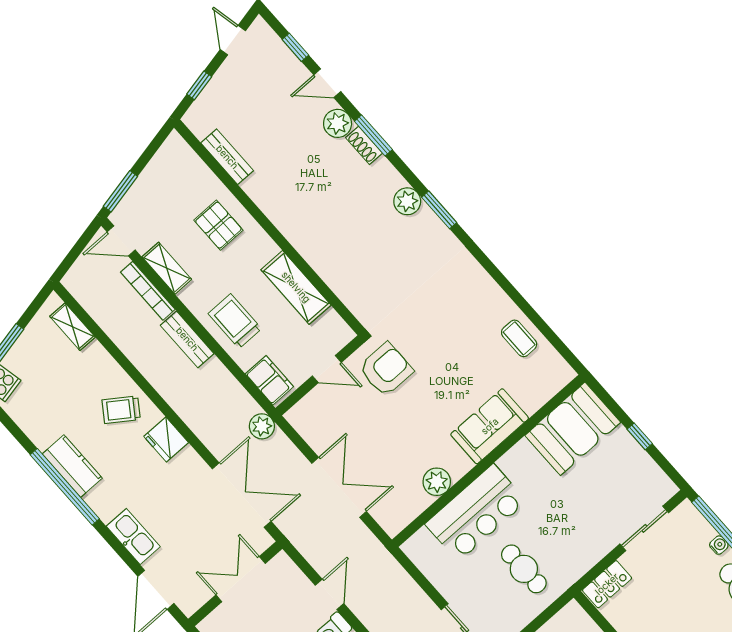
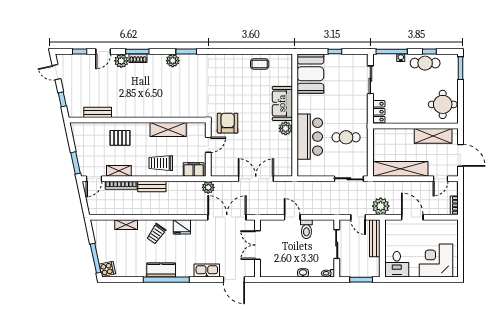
shelving: (72, 327) -> (126, 225), moved
plant: (437, 482) -> (286, 128), moved

